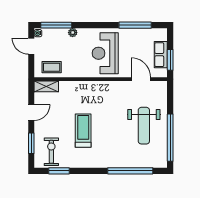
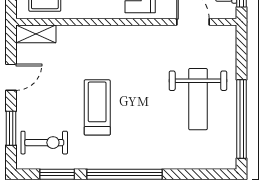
exercise bike: (51, 152) -> (44, 143), turned 90
window: (130, 171) -> (125, 174), moved

